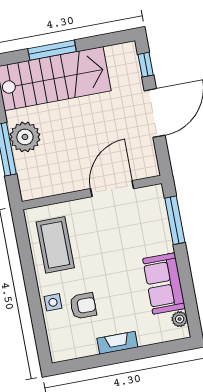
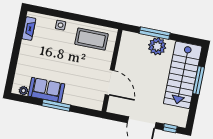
window: (175, 220) -> (56, 105), moved
armchair: (83, 306) -> (52, 41), removed
fireplace: (117, 343) -> (29, 29), moved

